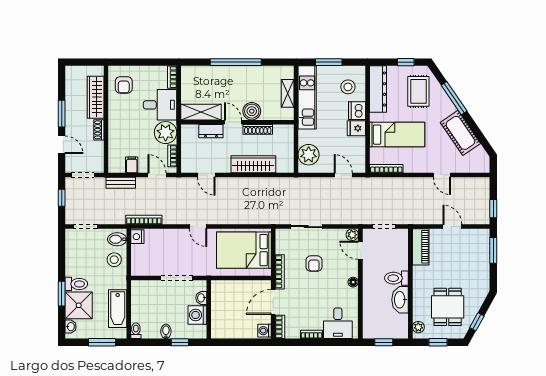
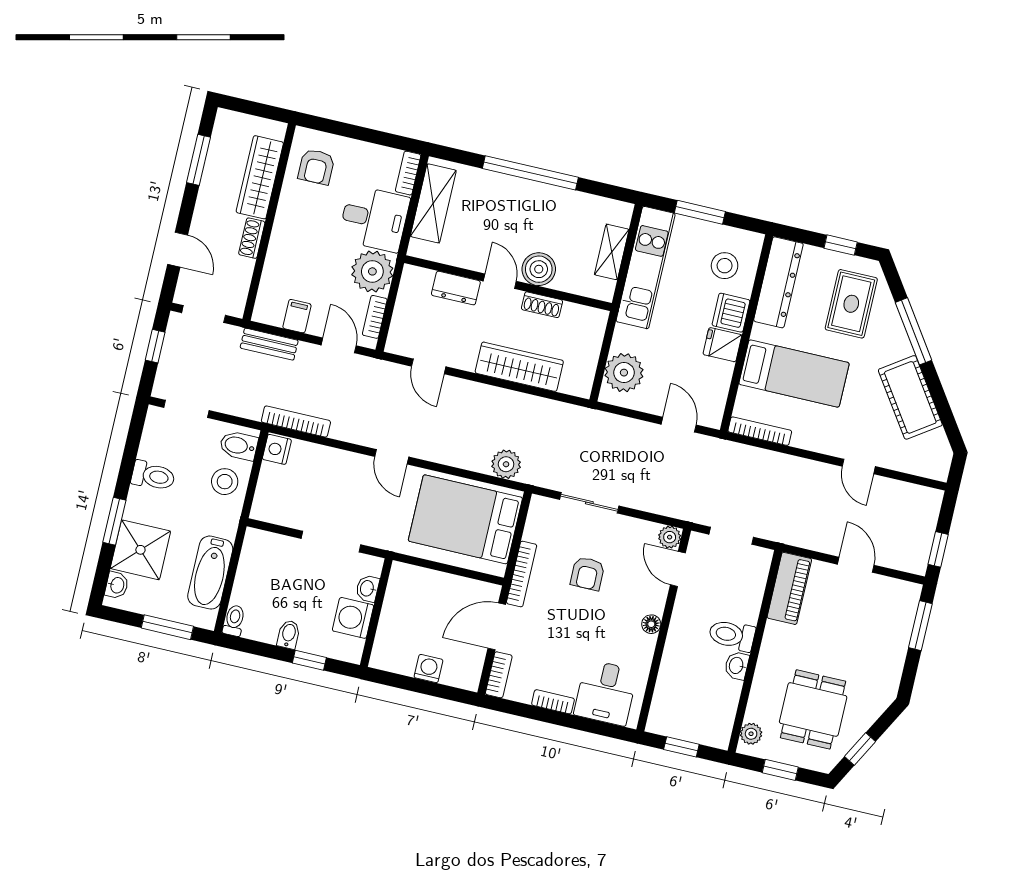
shelving: (201, 112) -> (433, 203), moved, turned 90
window: (62, 114) -> (198, 160), moved
shoe rack: (258, 129) -> (542, 305), width x0.70
plant: (258, 217) -> (506, 464), added
toilet: (76, 284) -> (153, 476), moved
washbasin: (400, 300) -> (737, 666), width x0.52, depth x0.69
washing machine: (265, 331) -> (429, 669), moved, turned 90

